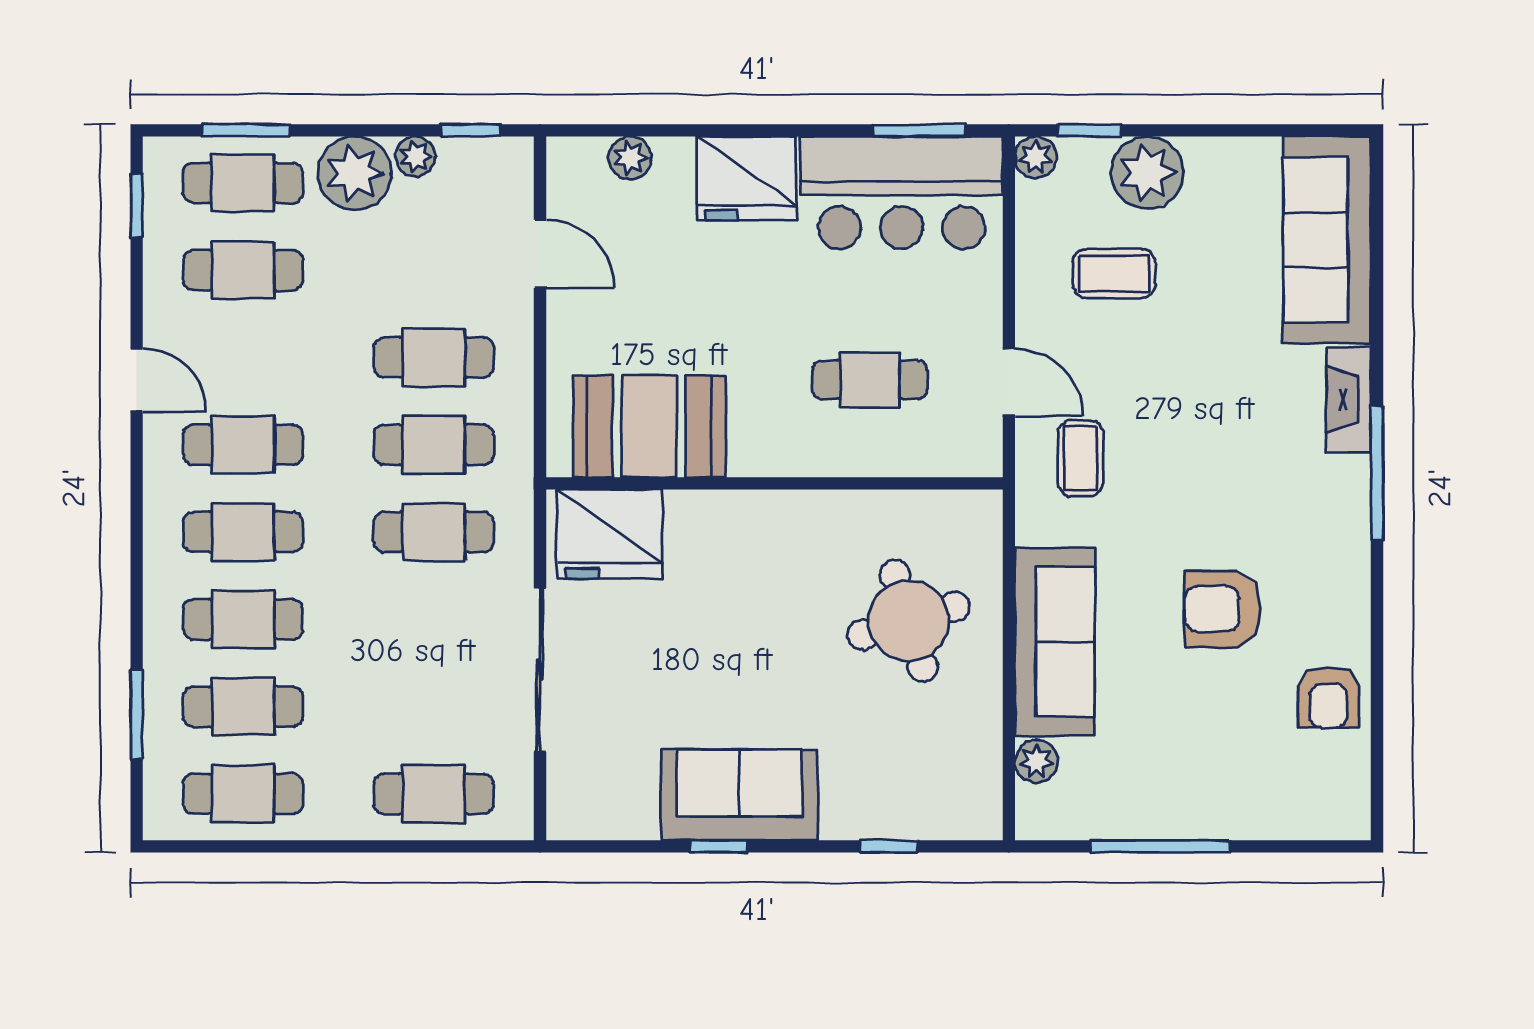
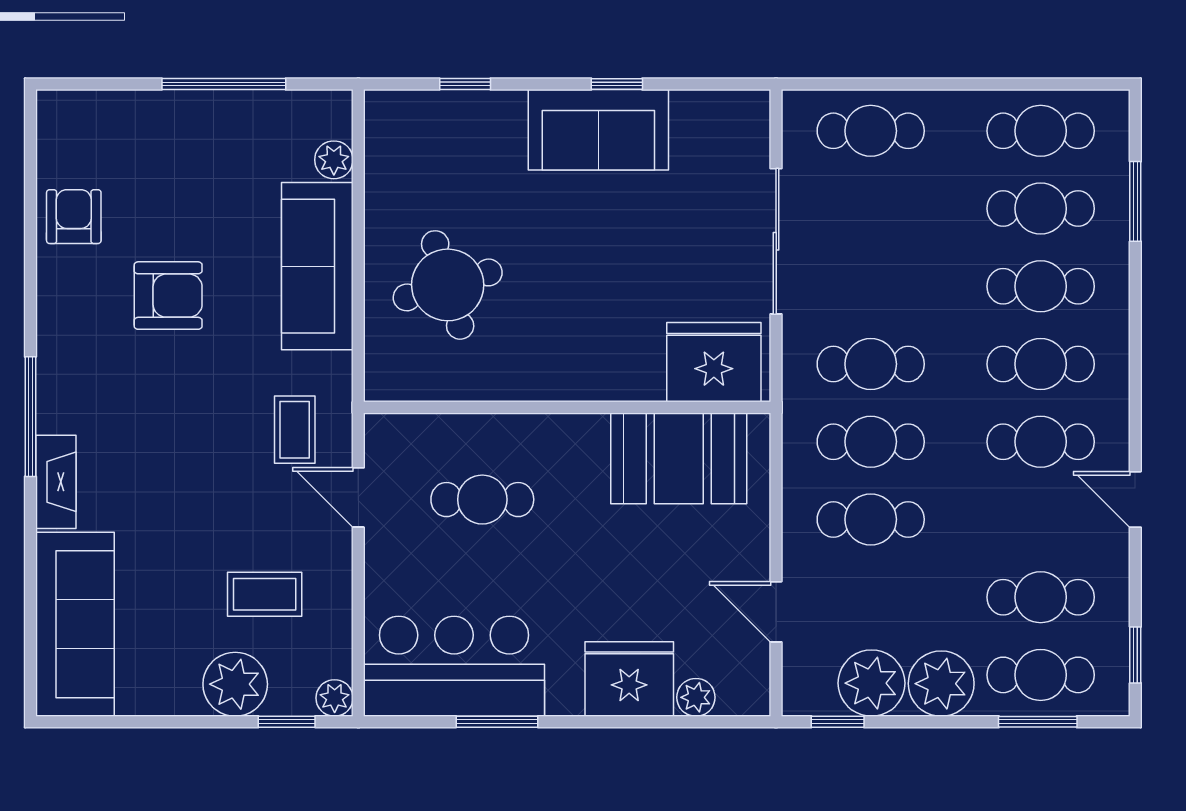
window: (920, 130) -> (497, 722), moved
plant: (415, 156) -> (871, 683), width x1.88, depth x1.88
fridge: (747, 178) -> (629, 679), moved

